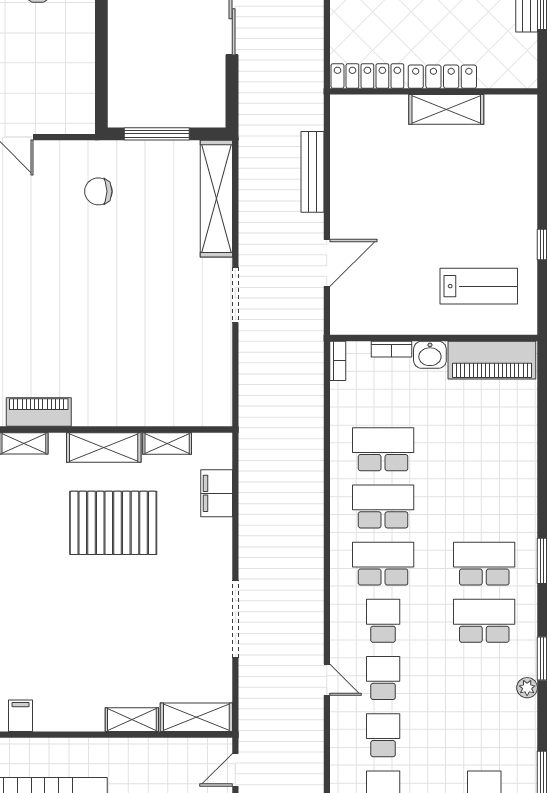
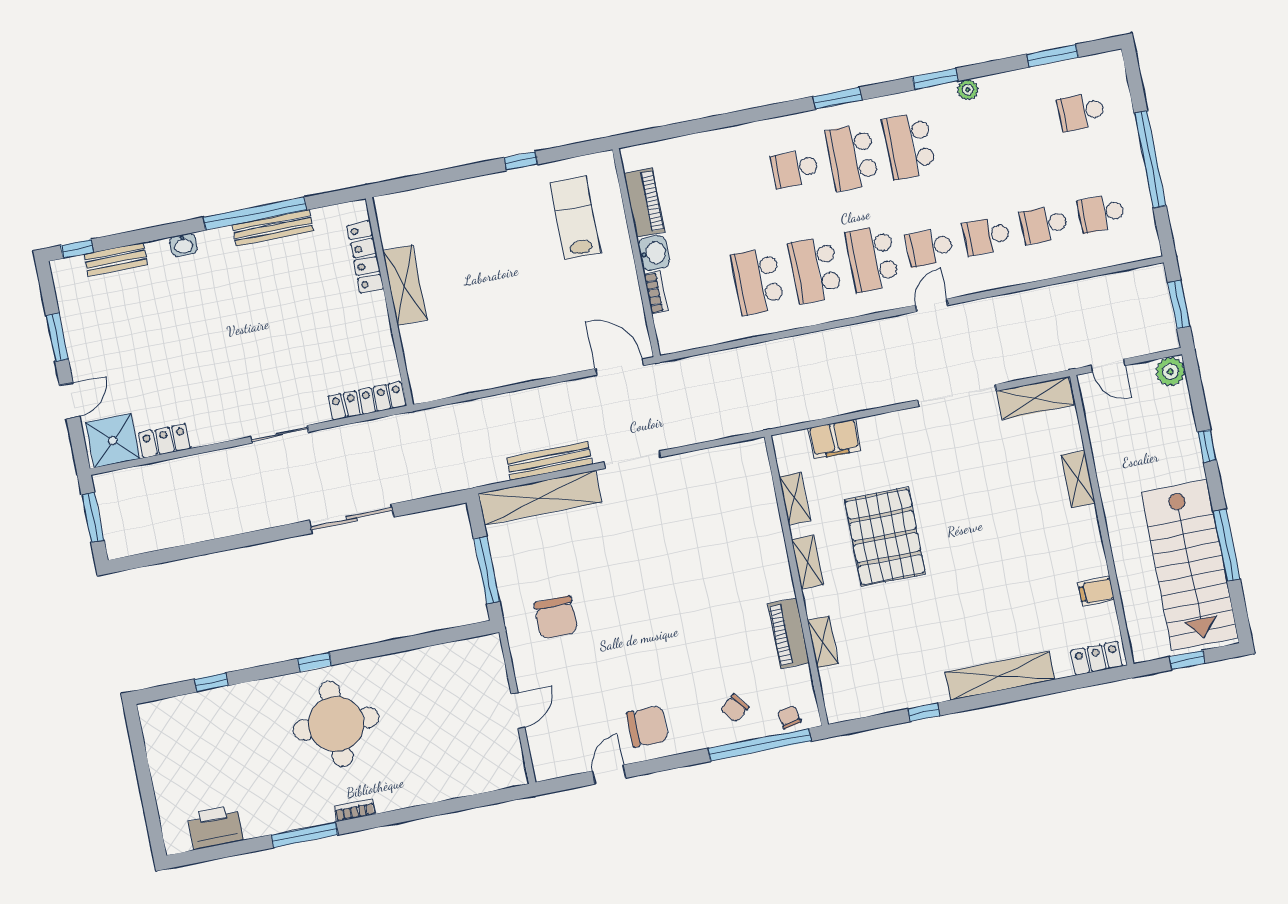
locker: (367, 76) -> (367, 401), moved, turned 90
locker: (442, 77) -> (365, 257), moved
bench: (312, 172) -> (549, 461), moved
chair: (98, 191) -> (556, 617), width x1.37, depth x1.37
door: (327, 263) -> (620, 367), moved
piano: (492, 360) -> (644, 203), width x0.73, depth x0.75
bookcase: (338, 361) -> (678, 344), removed
shelving: (104, 447) -> (807, 562), width x0.67, depth x0.75
school desk: (484, 506) -> (795, 169), added
door: (327, 680) -> (932, 305), moved
shelving: (196, 717) -> (1035, 398), moved, turned 90

